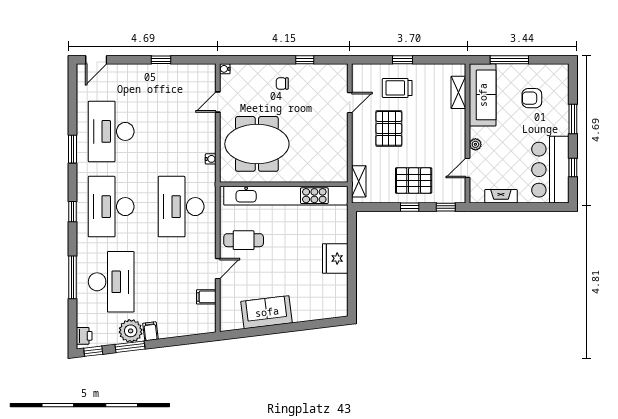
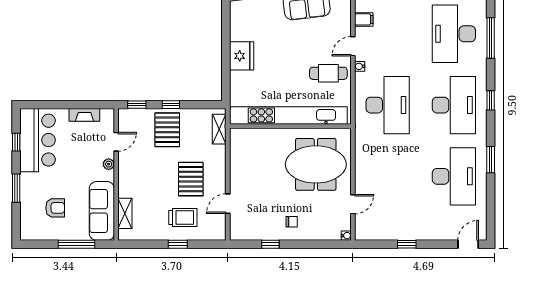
water cooler: (211, 159) -> (360, 66), moved
pallet: (414, 181) -> (167, 130), turned 90

